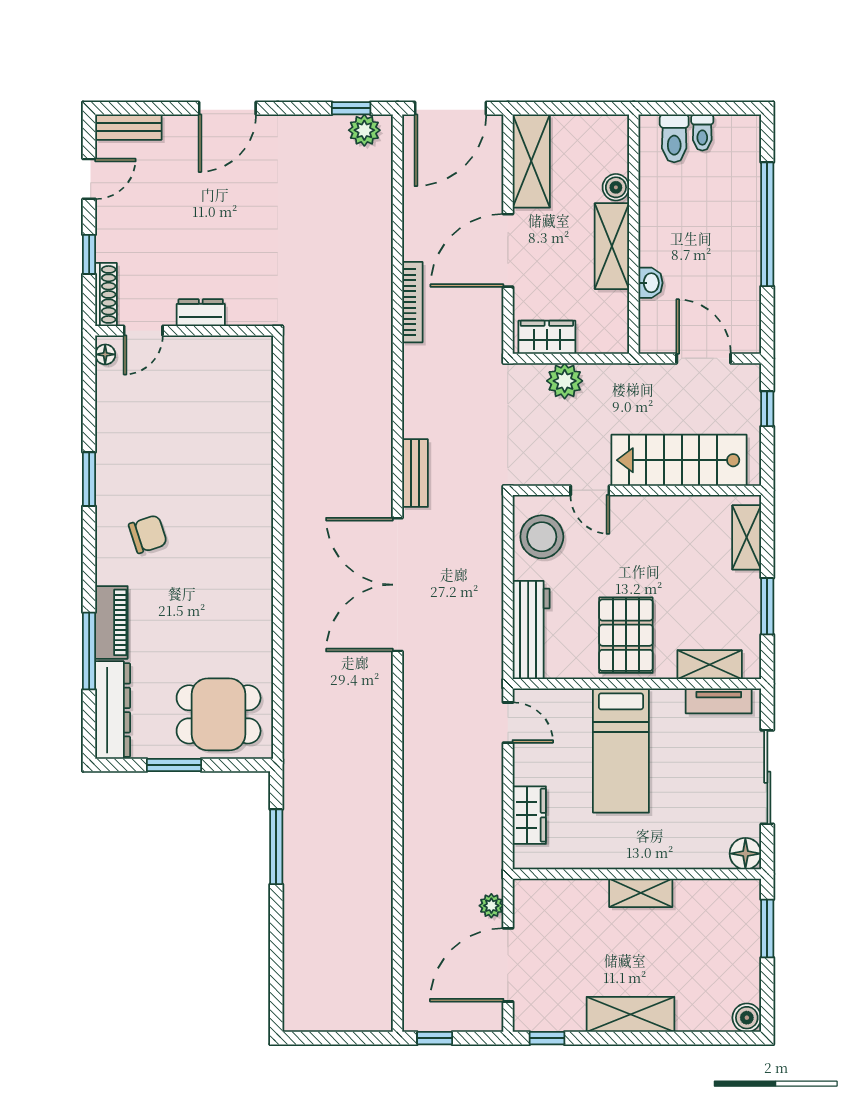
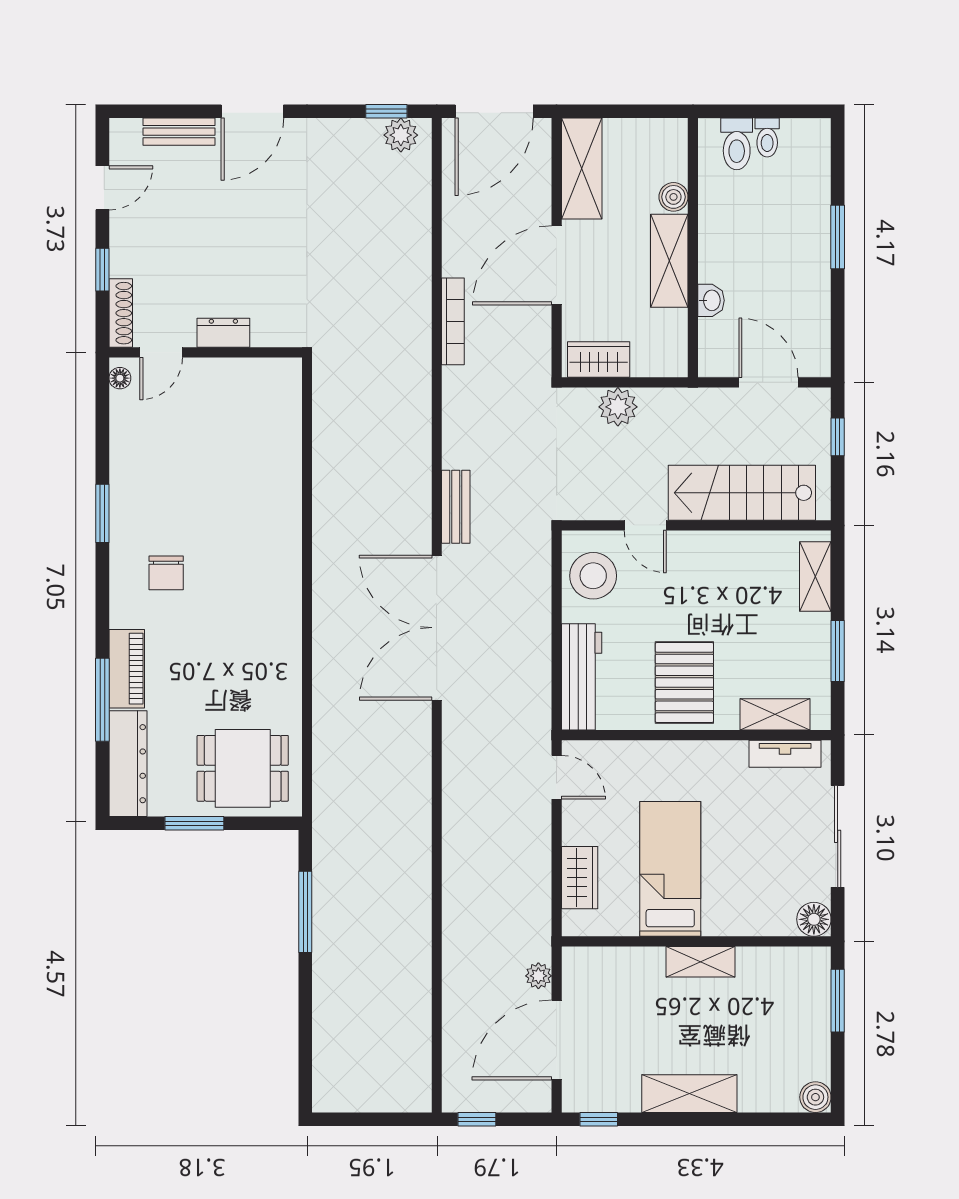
bench: (128, 127) -> (179, 132), moved
window: (767, 224) -> (838, 237), width x0.47
chair: (148, 534) -> (166, 573), turned 108
bed: (621, 751) -> (670, 869), moved, turned 180

